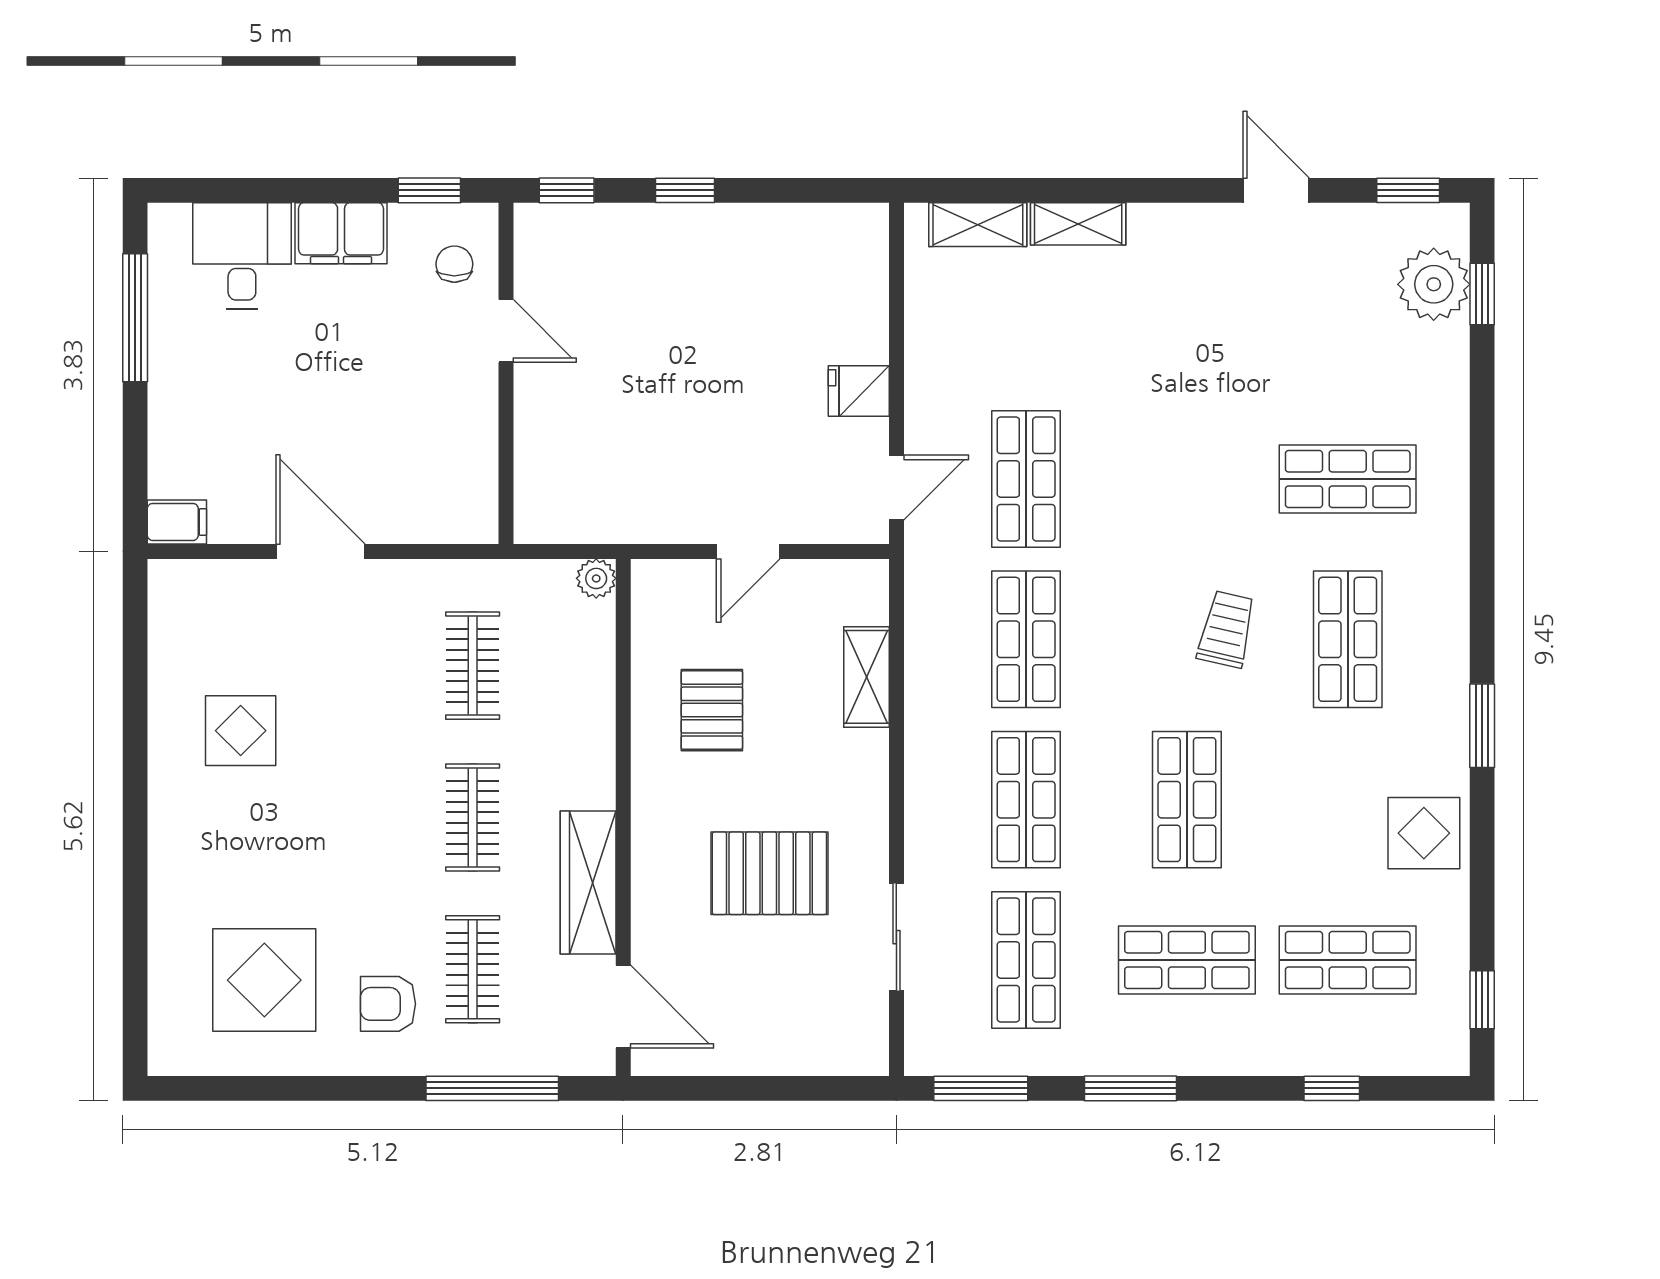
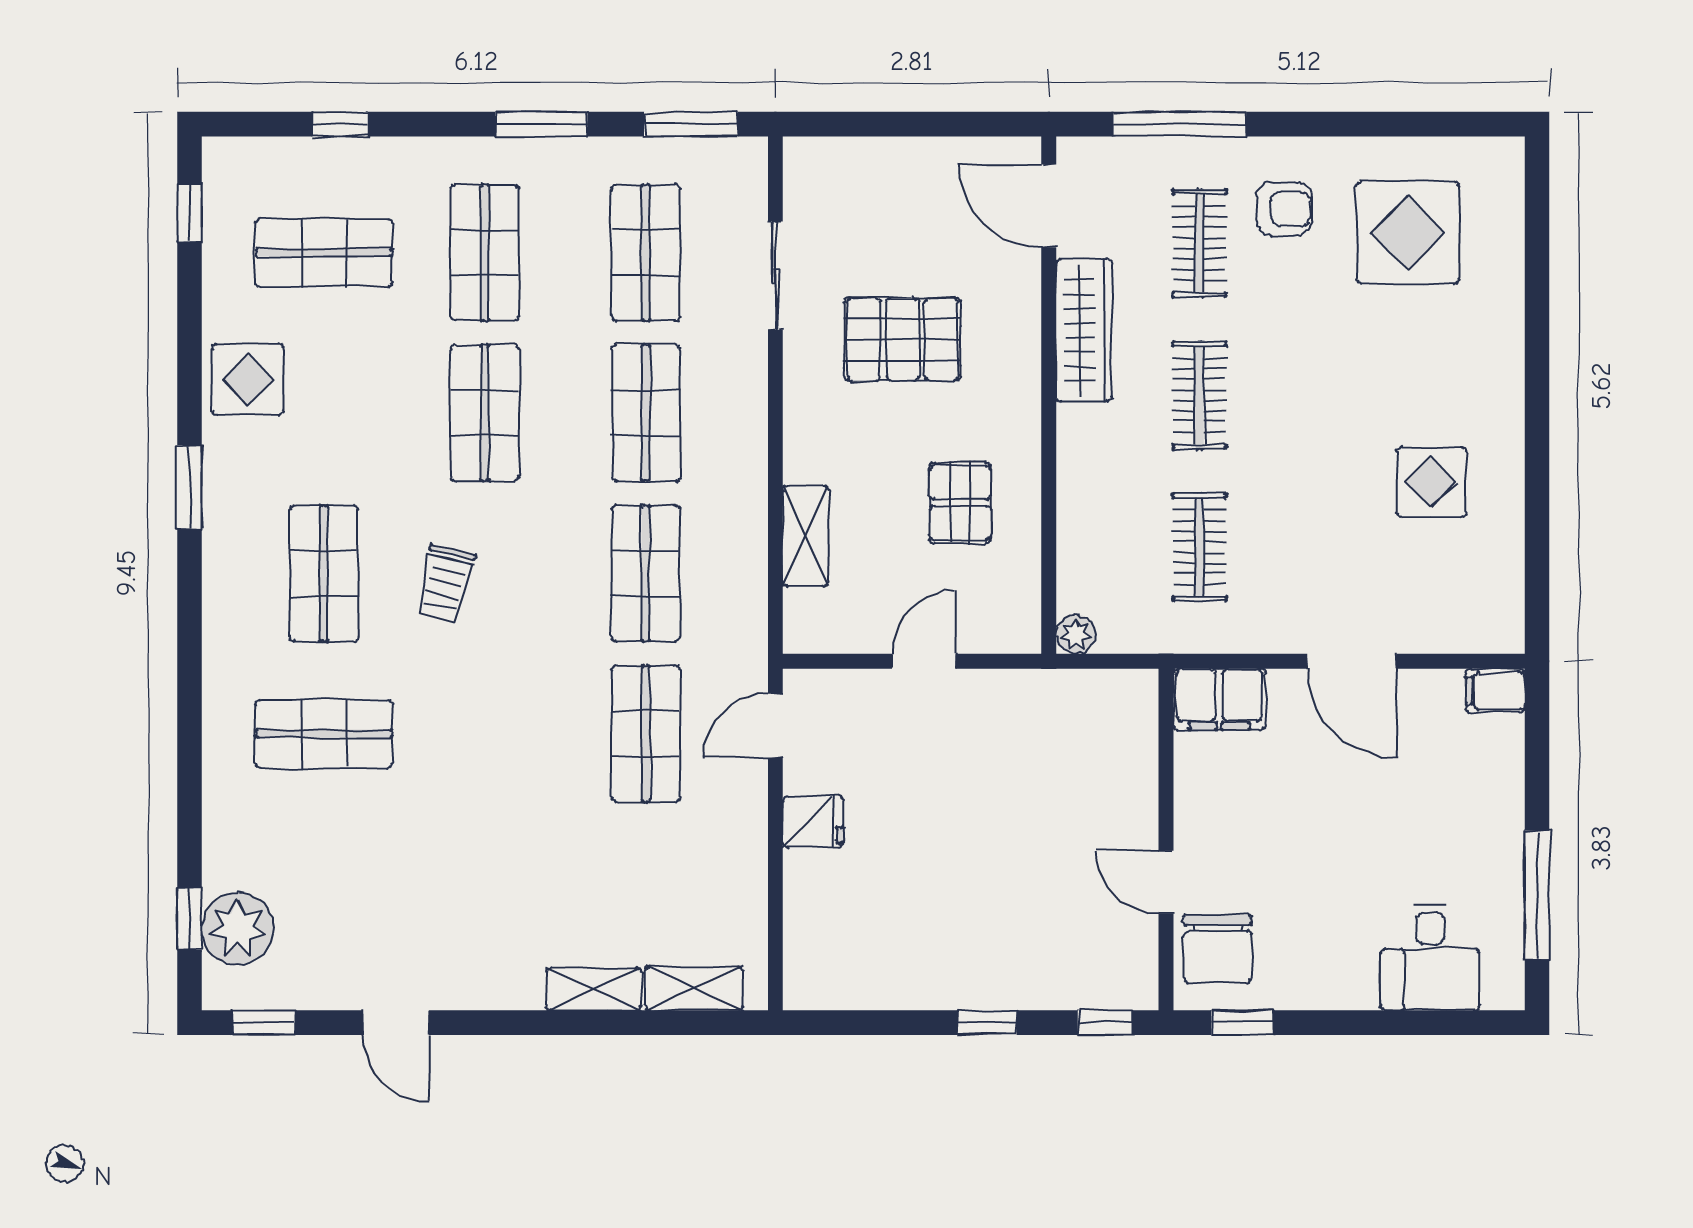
filing cabinet: (341, 233) -> (1219, 699), moved, turned 180
chair: (454, 264) -> (1218, 949), width x1.87, depth x1.87
shop shelf: (1187, 960) -> (485, 253), turned 90

